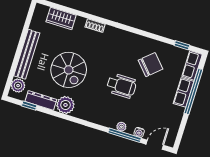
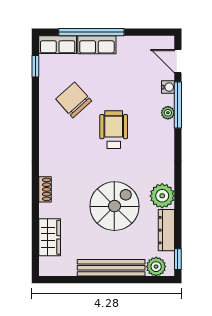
window: (29, 106) -> (178, 259), moved

